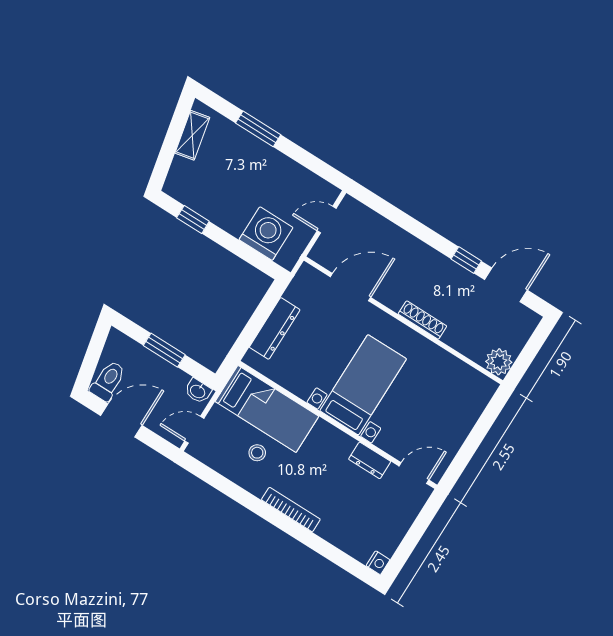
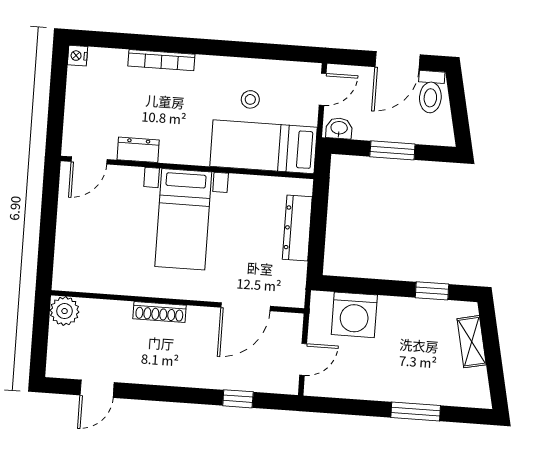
shelving: (192, 135) -> (472, 342), moved
window: (466, 260) -> (238, 399), moved
door: (506, 285) -> (97, 389), width x0.73
bookcase: (291, 509) -> (161, 60), moved

